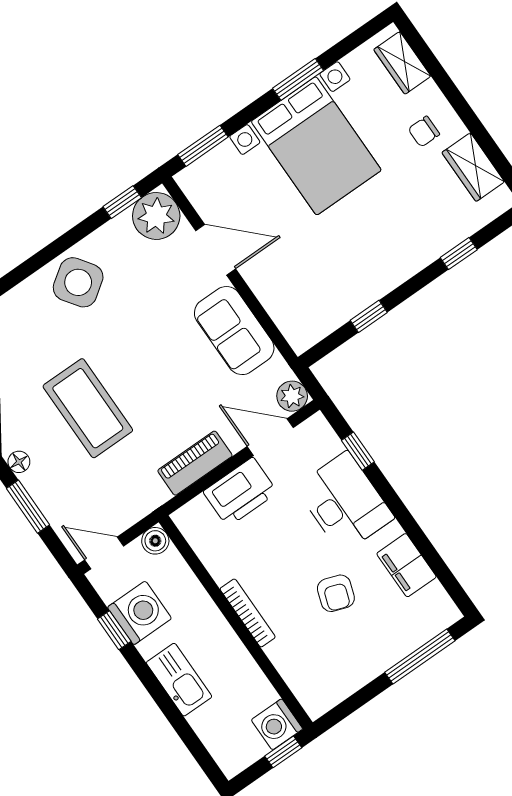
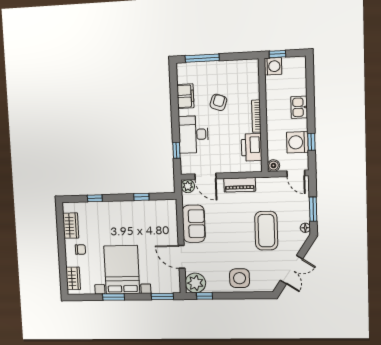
side table: (78, 282) -> (240, 278), turned 35
printer: (240, 492) -> (252, 147), moved, turned -90
kitchen sink: (179, 680) -> (299, 107), width x0.73

